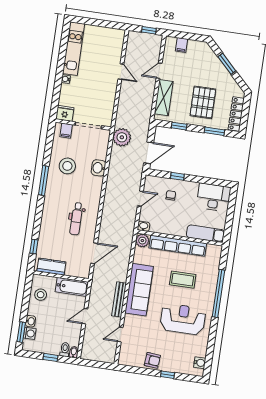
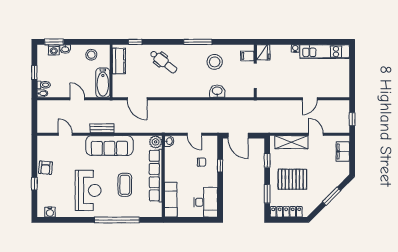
filing cabinet: (182, 45) -> (343, 151), width x2.00
plant: (122, 137) -> (249, 109), removed
dental chair: (76, 219) -> (163, 62), moved, turned -142
bench: (119, 299) -> (102, 128), width x0.73

